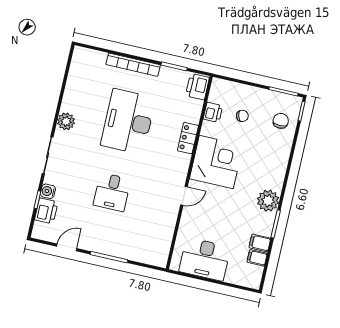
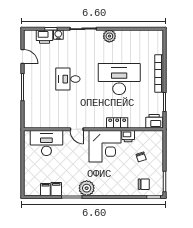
printer: (213, 112) -> (128, 136), moved
desk: (205, 259) -> (46, 143), moved, turned 90

